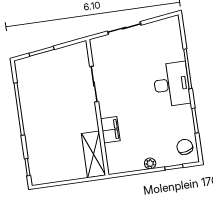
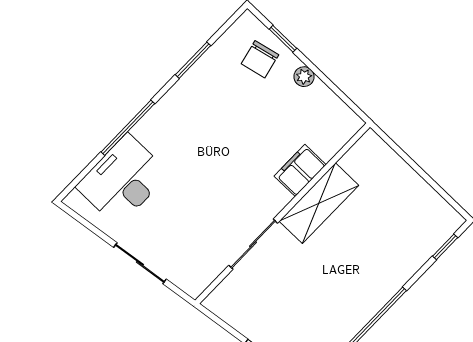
desk: (172, 84) -> (123, 180), moved
chair: (185, 147) -> (260, 59), moved
shelving: (93, 154) -> (319, 203), moved

